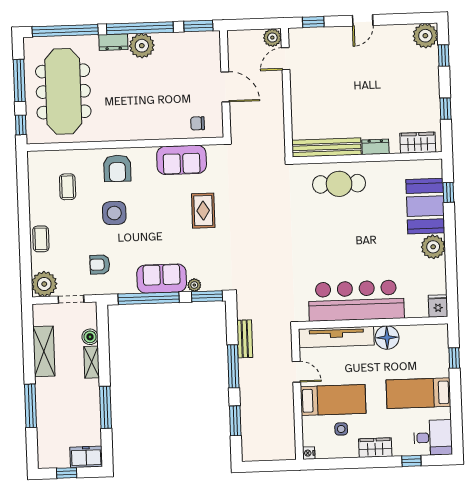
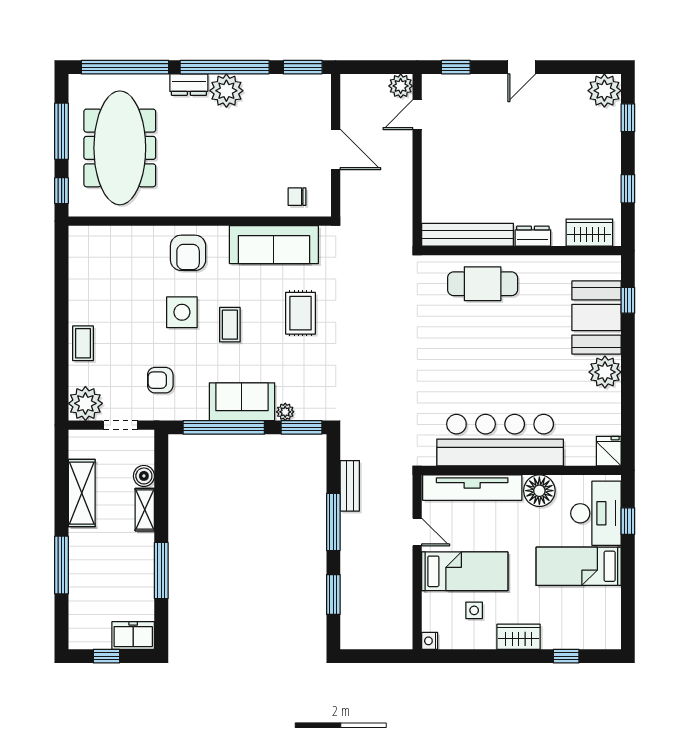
sofa: (182, 160) -> (274, 245), width x1.36
coffee table: (68, 187) -> (230, 325), moved
desk: (433, 438) -> (596, 513), moved, width x1.37

